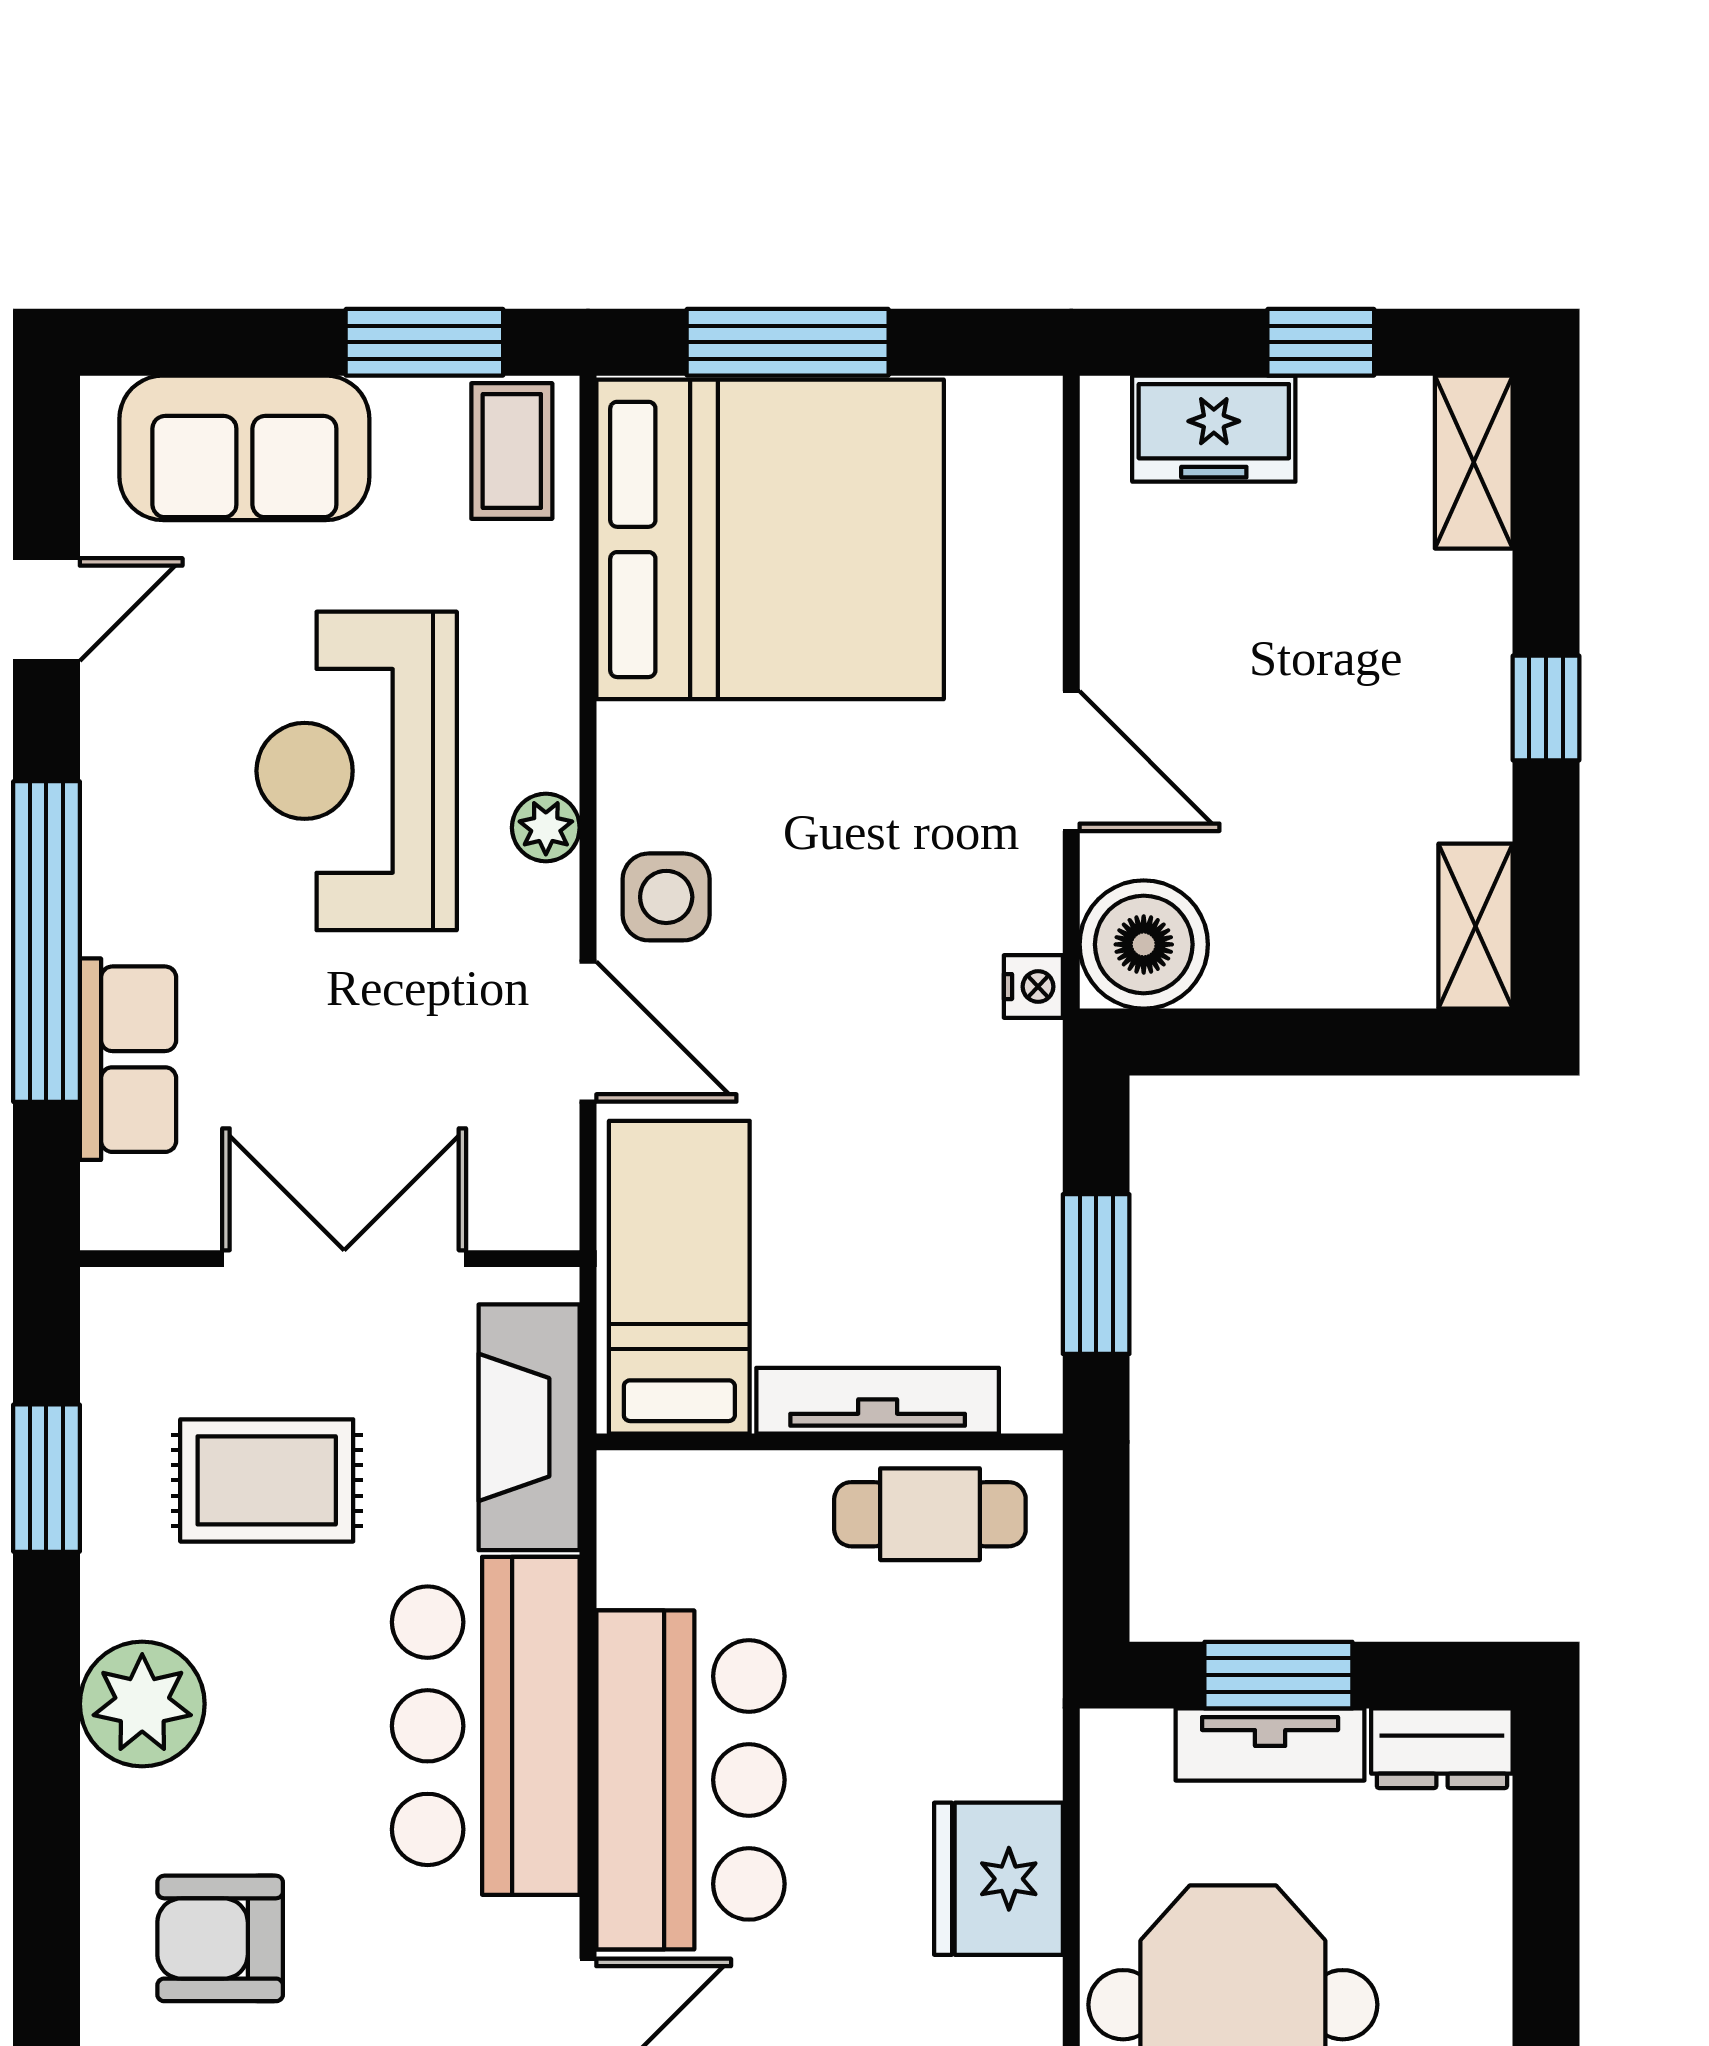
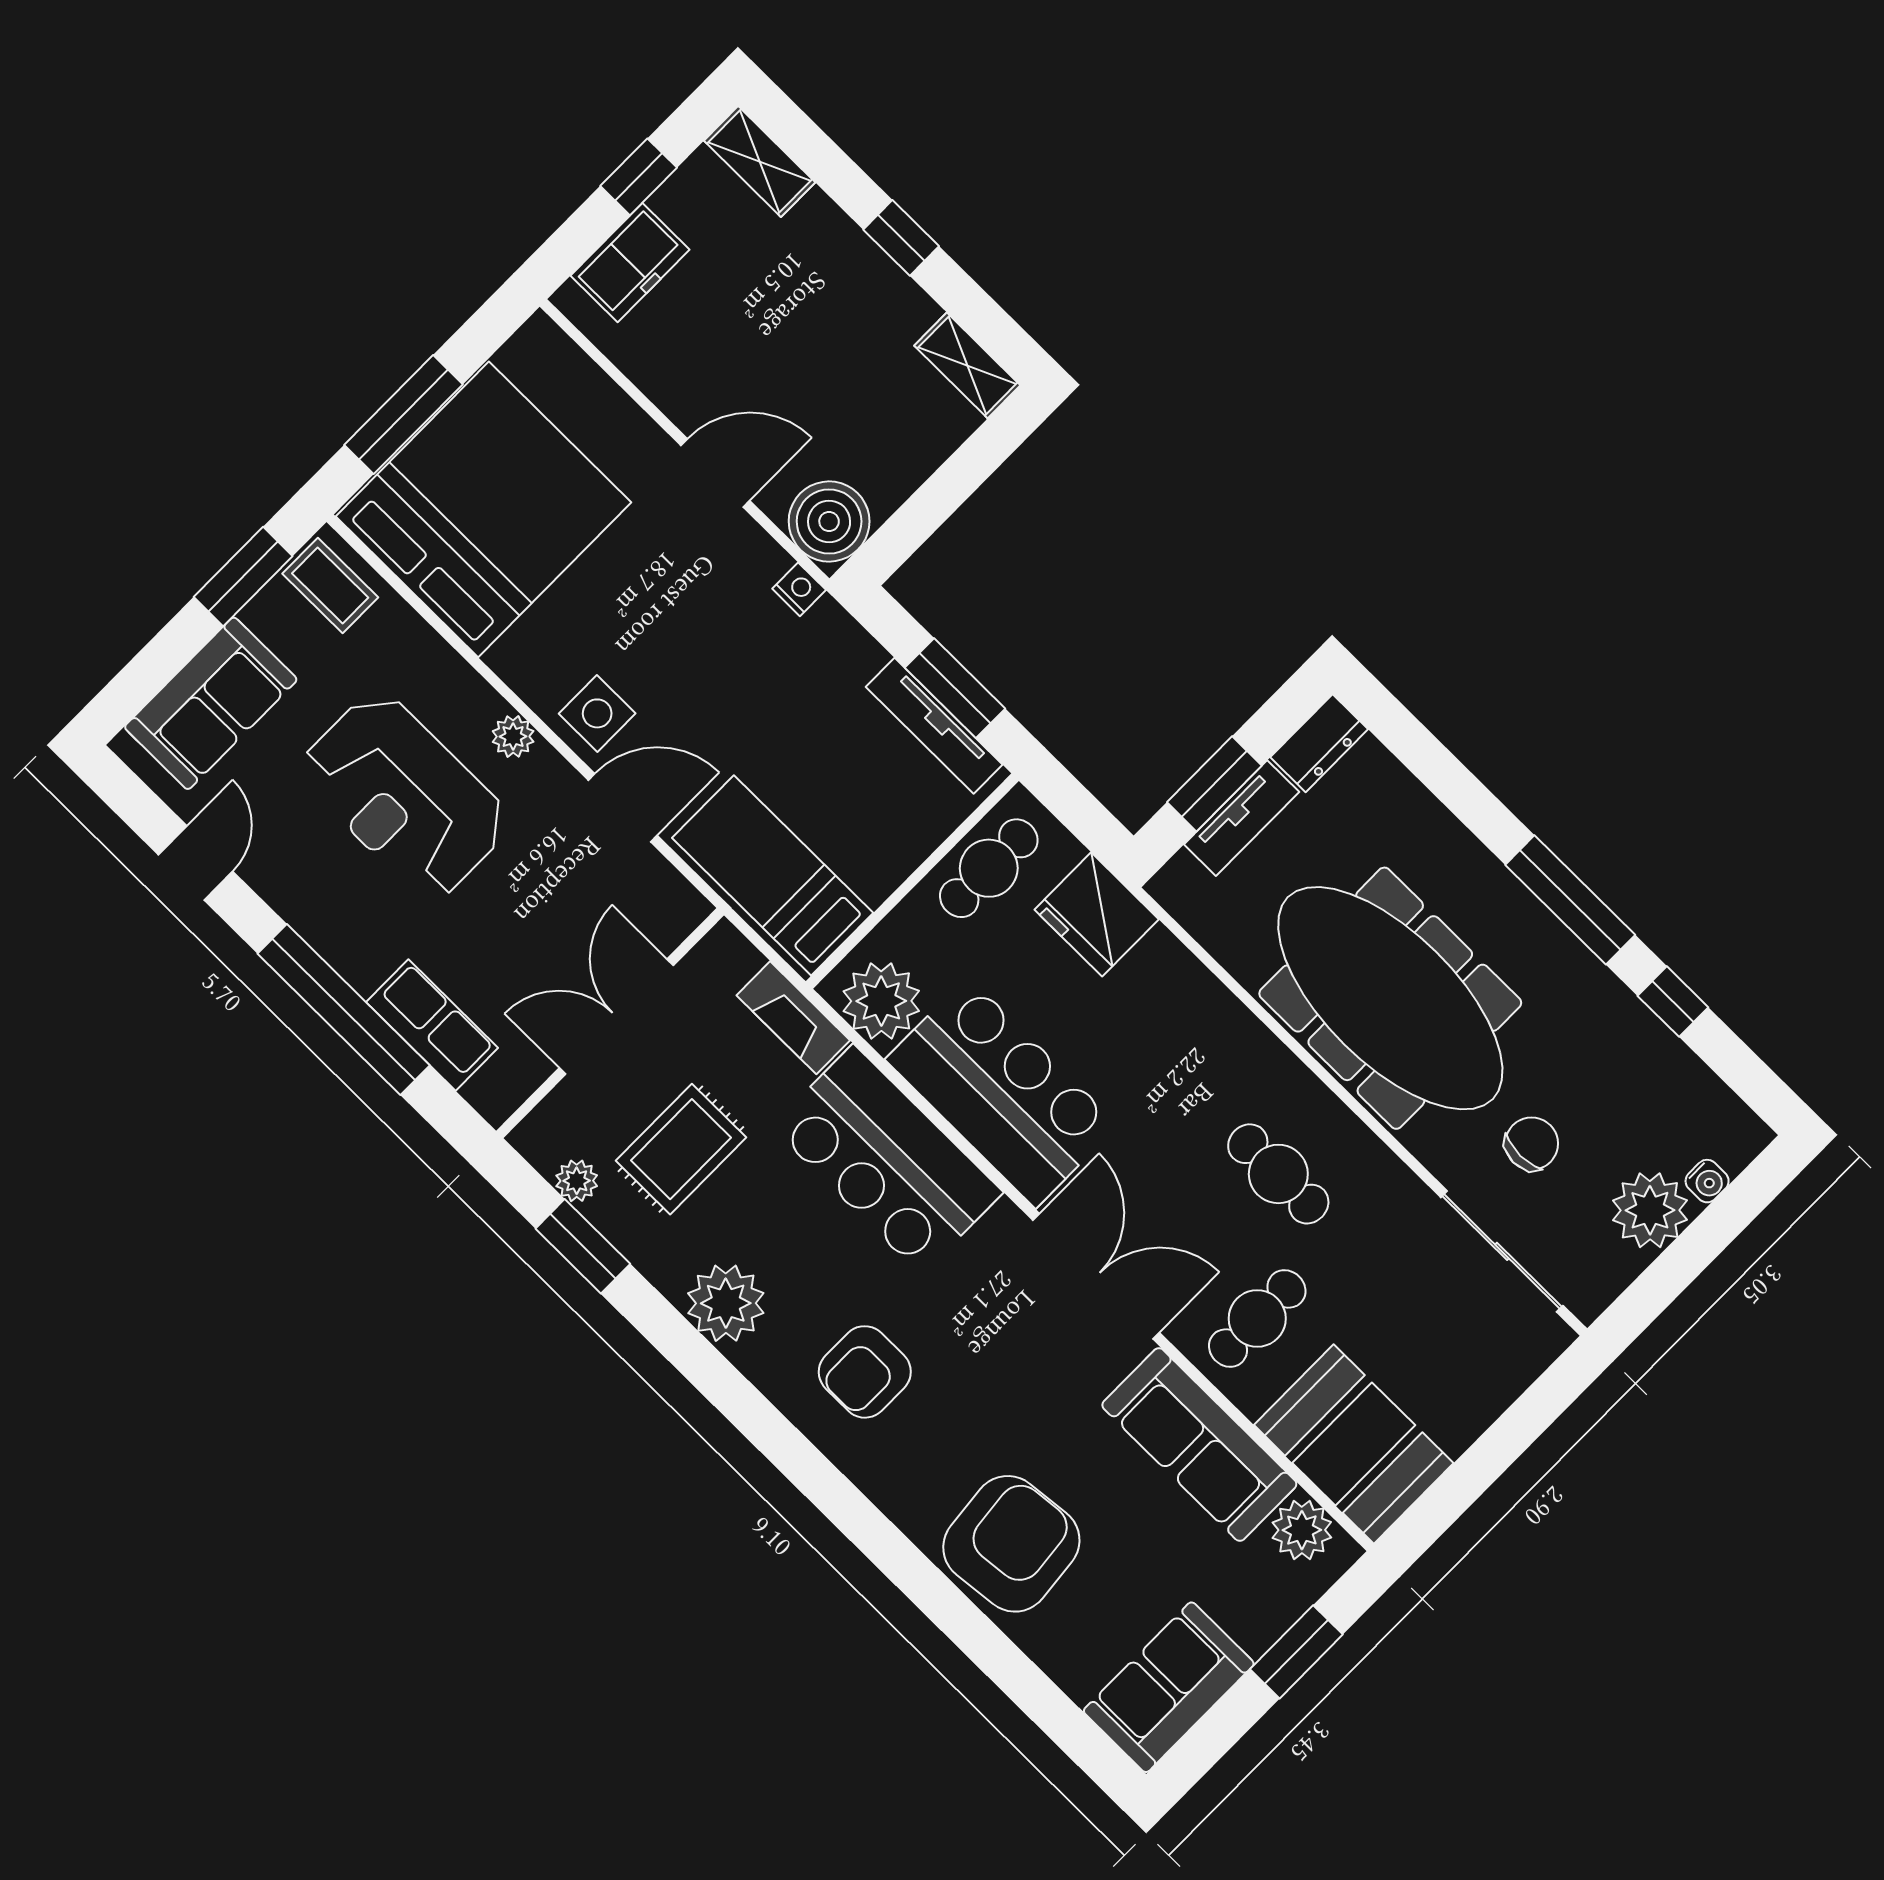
plant: (114, 1398) -> (577, 1181), added
tv unit: (878, 1401) -> (934, 726), moved, turned -90
fireplace: (529, 1427) -> (793, 1018), width x0.73, depth x0.76
plant: (659, 1541) -> (881, 1001), added
fridge: (998, 1879) -> (1097, 914), moved

